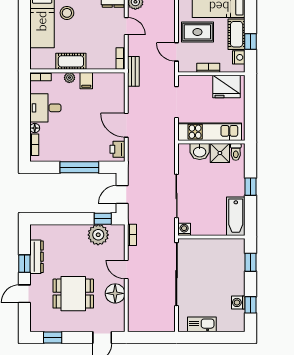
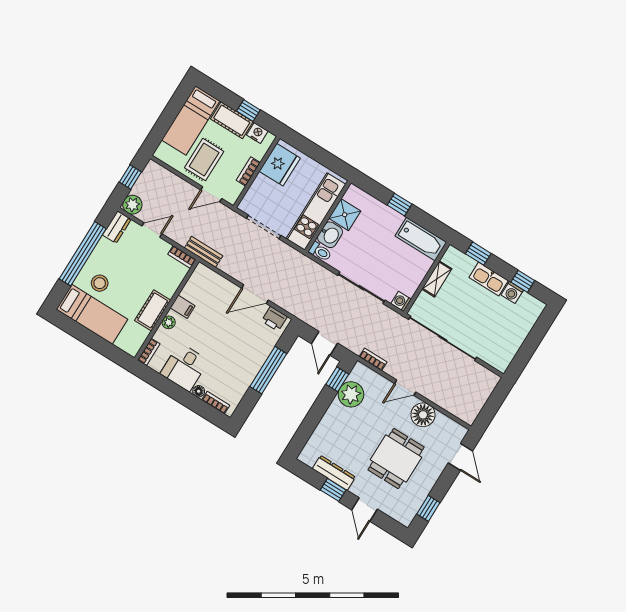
toilet: (236, 152) -> (320, 252), moved
shelving: (215, 244) -> (437, 279), added
kitchen sink: (202, 324) -> (489, 279), moved, turned -90

